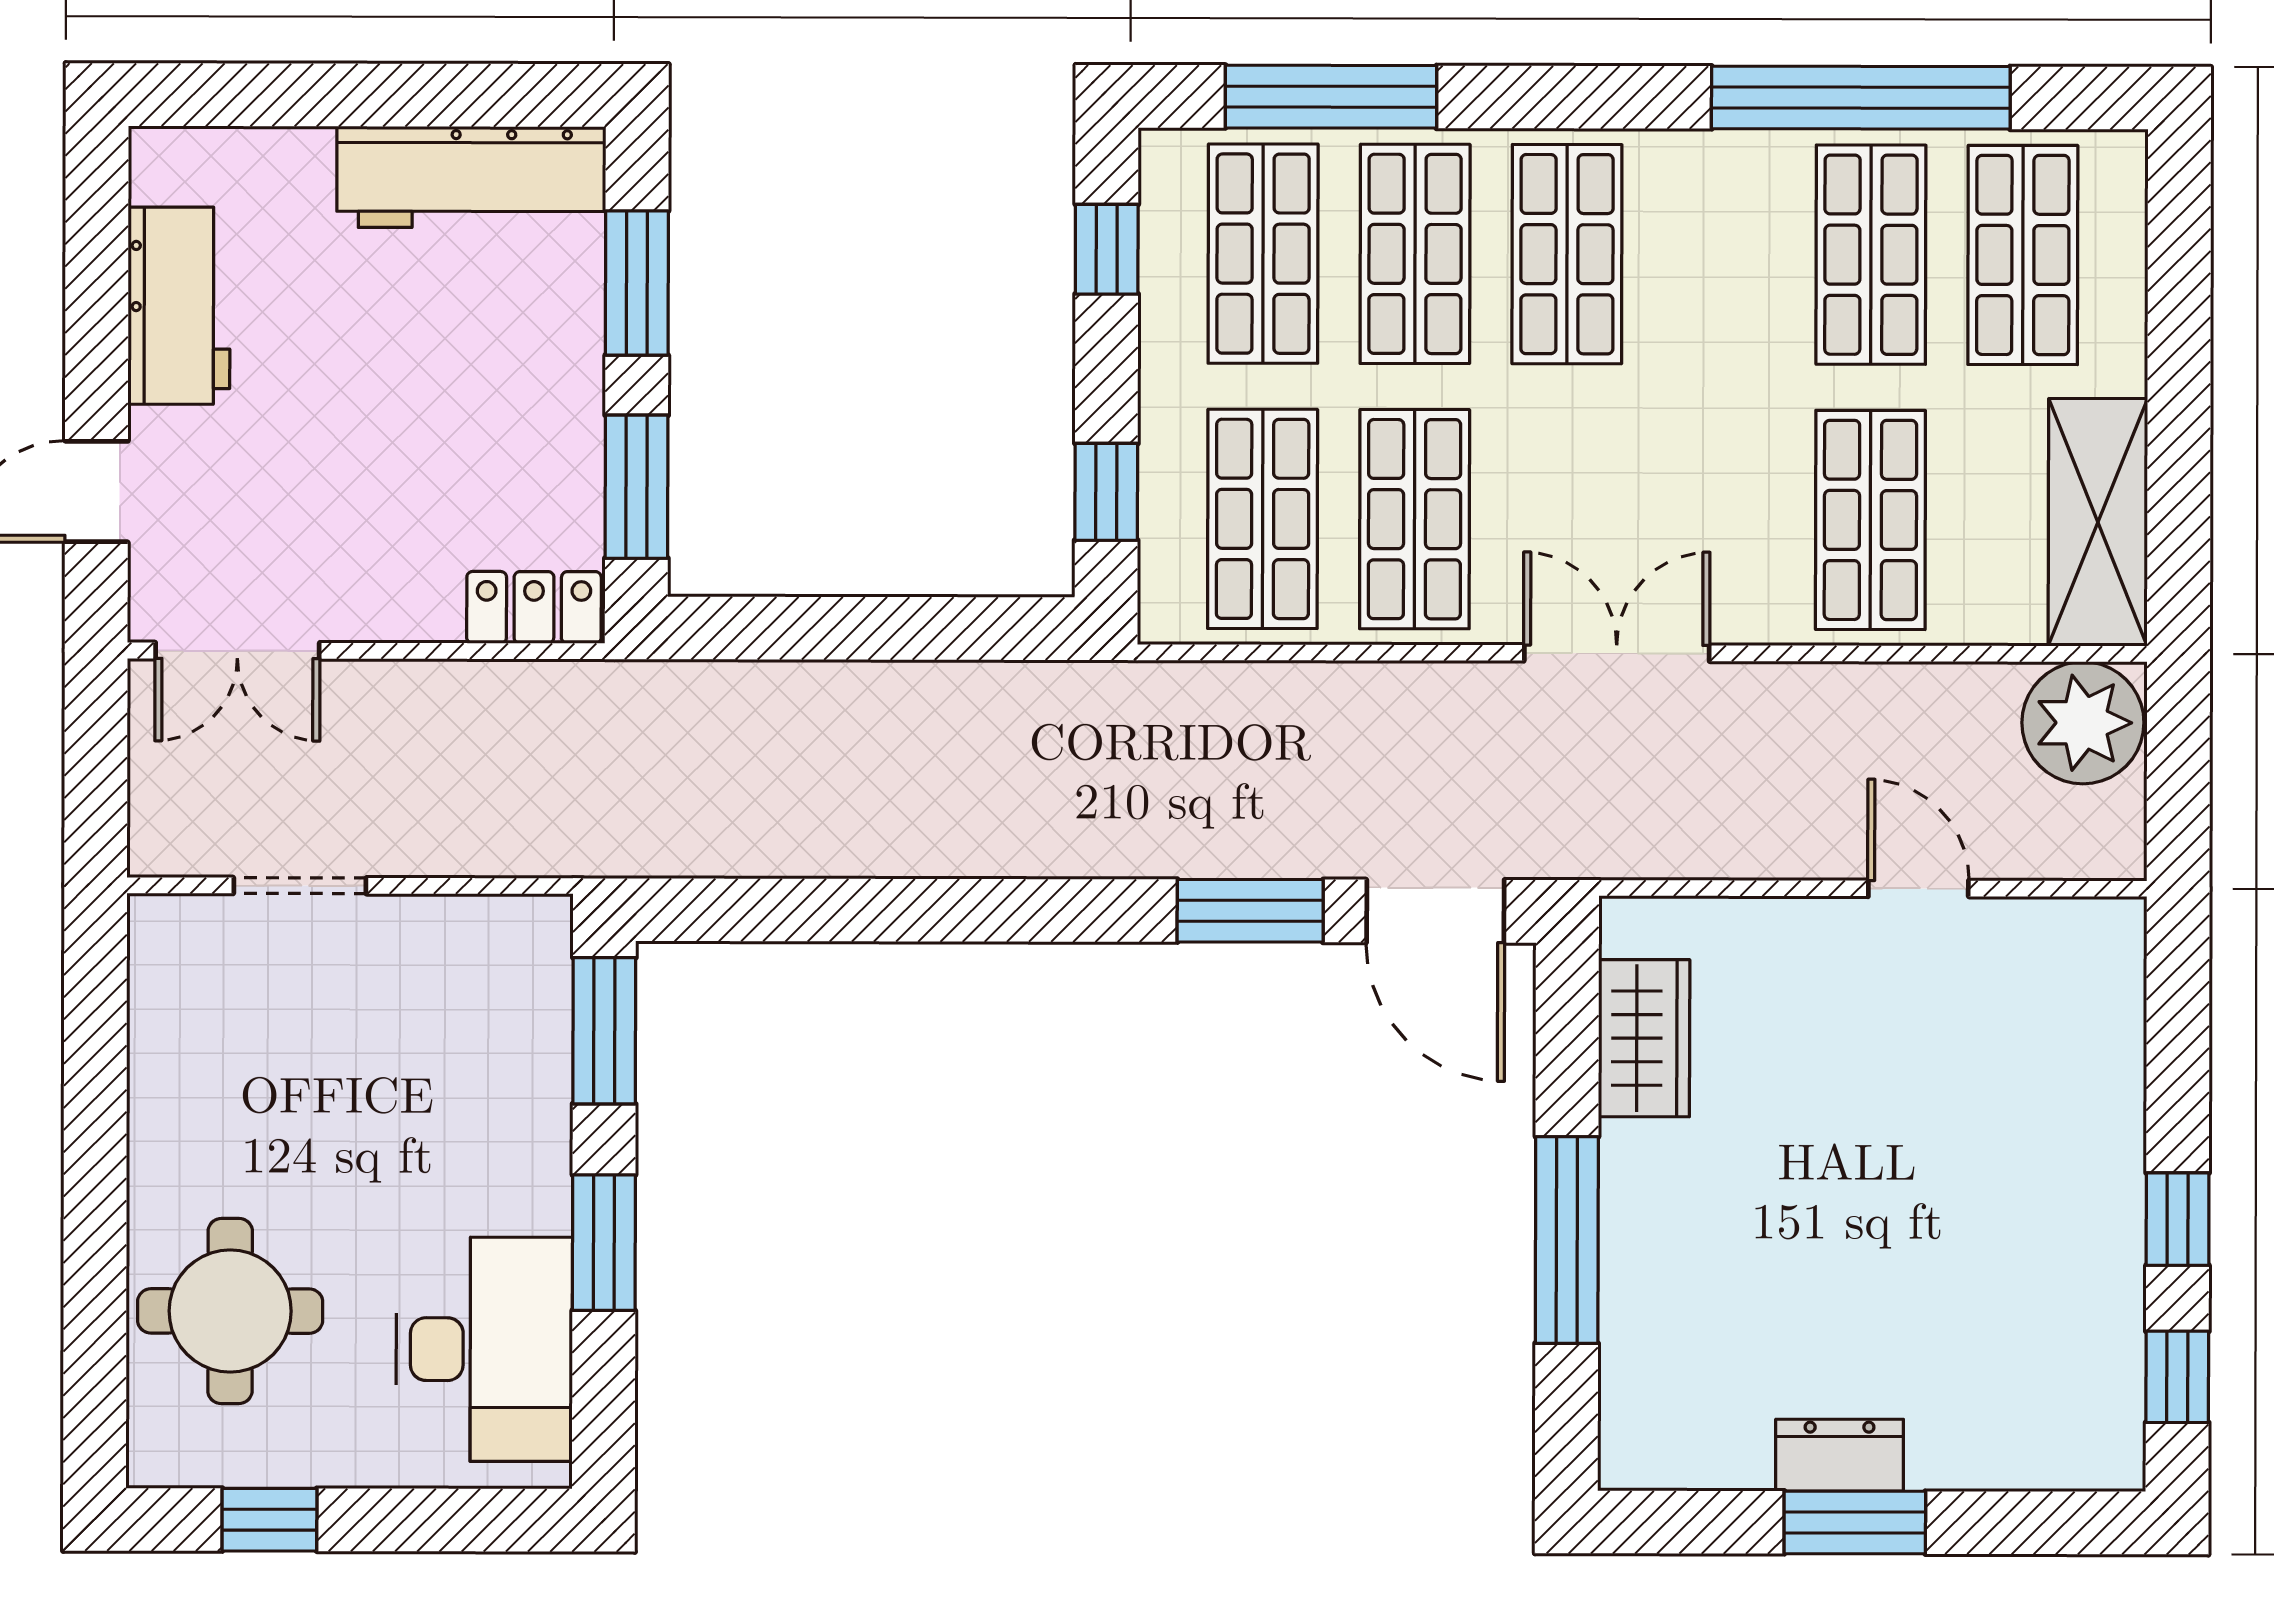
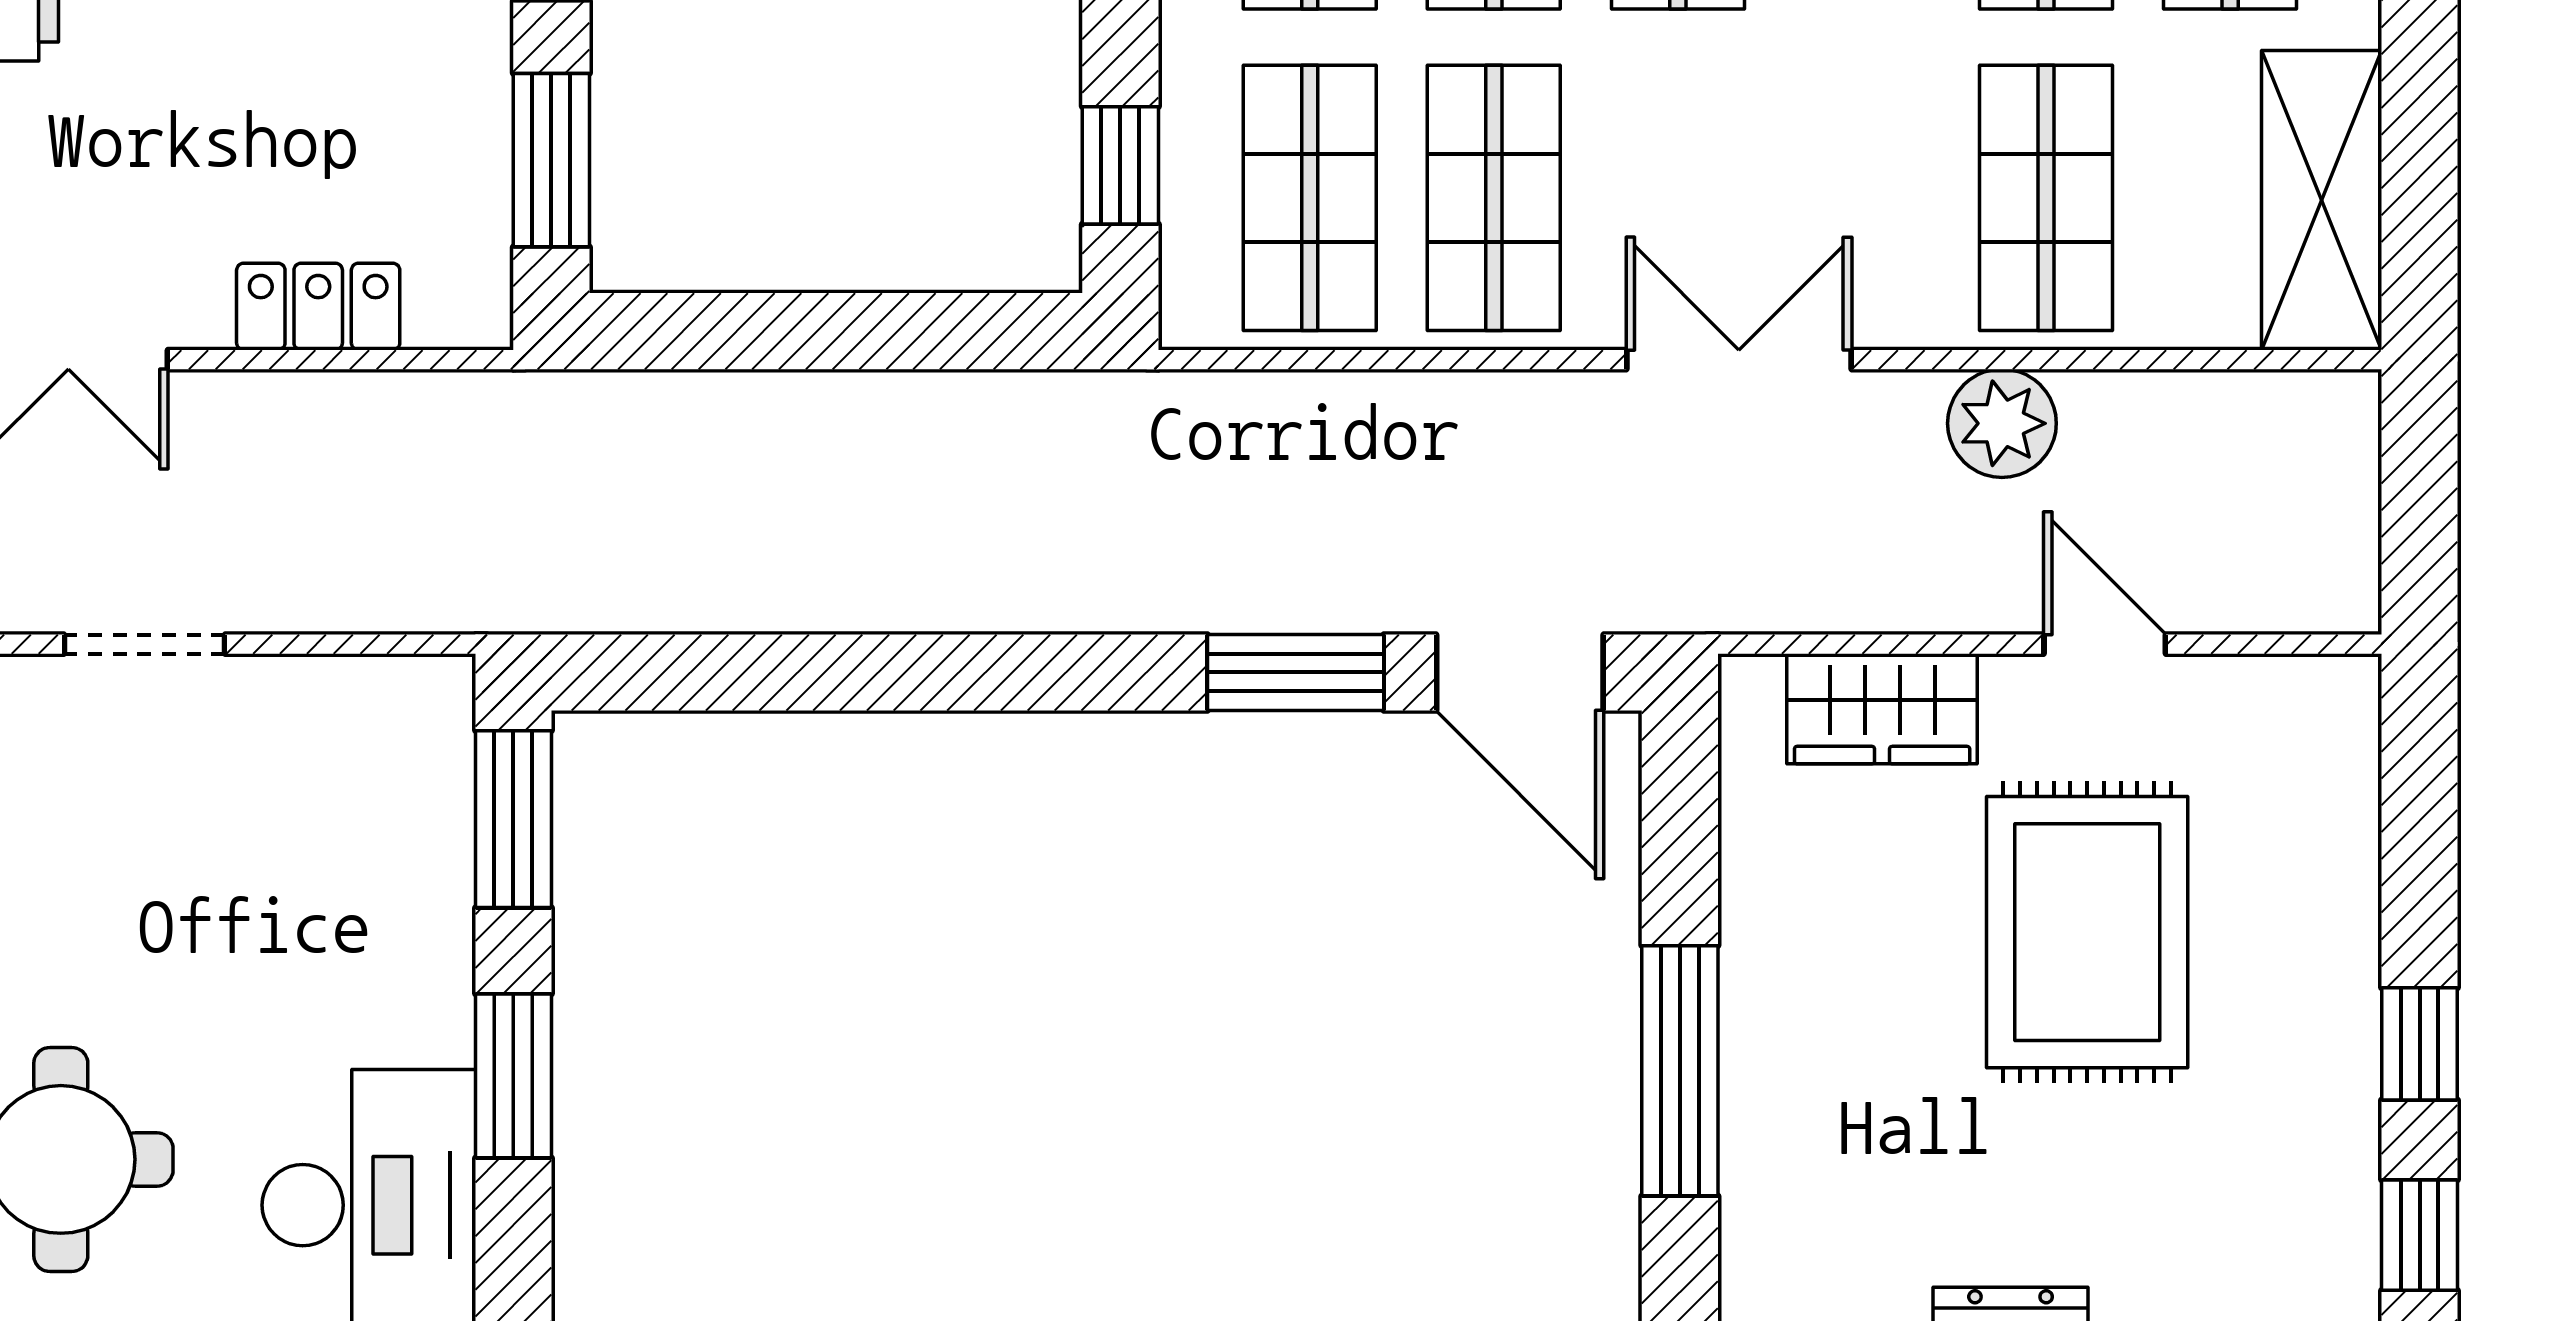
locker: (534, 607) -> (318, 307), moved
plant: (2083, 723) -> (2002, 423), moved, width x0.73, depth x0.73
wardrobe: (1644, 1038) -> (1882, 709), moved, turned 90
rug: (1903, 1126) -> (2087, 932), added

